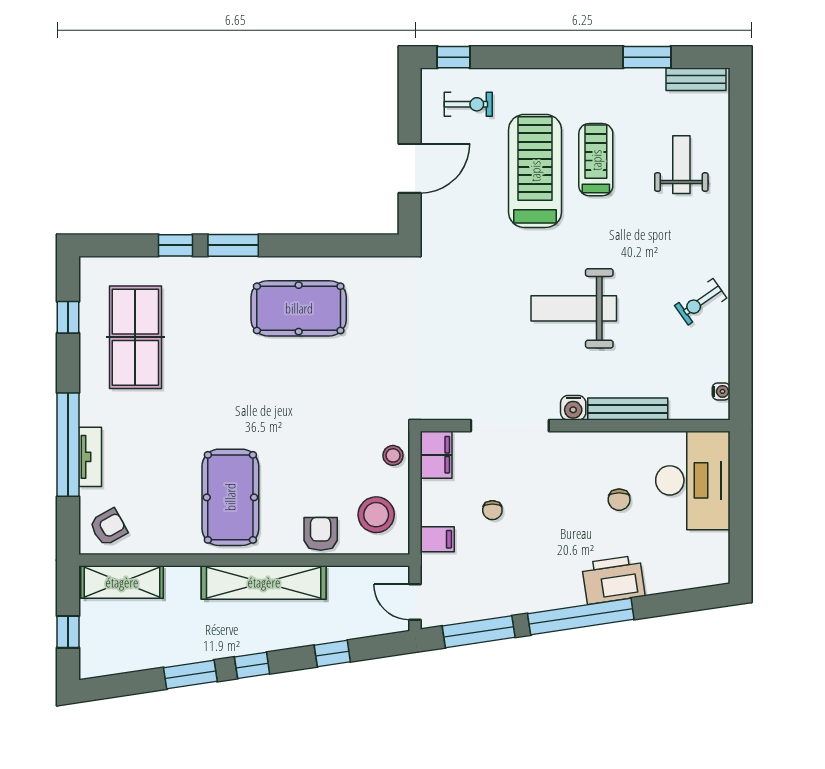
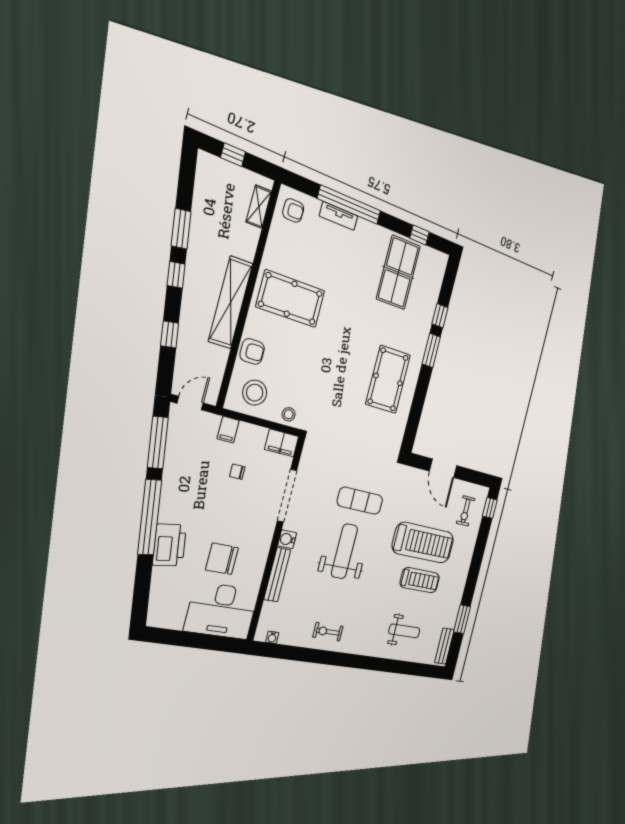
exercise bike: (701, 302) -> (328, 632), turned -55
exercise mat: (492, 304) -> (360, 501), added
table tennis table: (135, 337) -> (398, 272), turned 90
chair: (619, 500) -> (222, 559), width x1.87, depth x1.87
armchair: (108, 527) -> (293, 210), turned -61
shelving: (122, 582) -> (259, 207), width x0.67, depth x0.75

